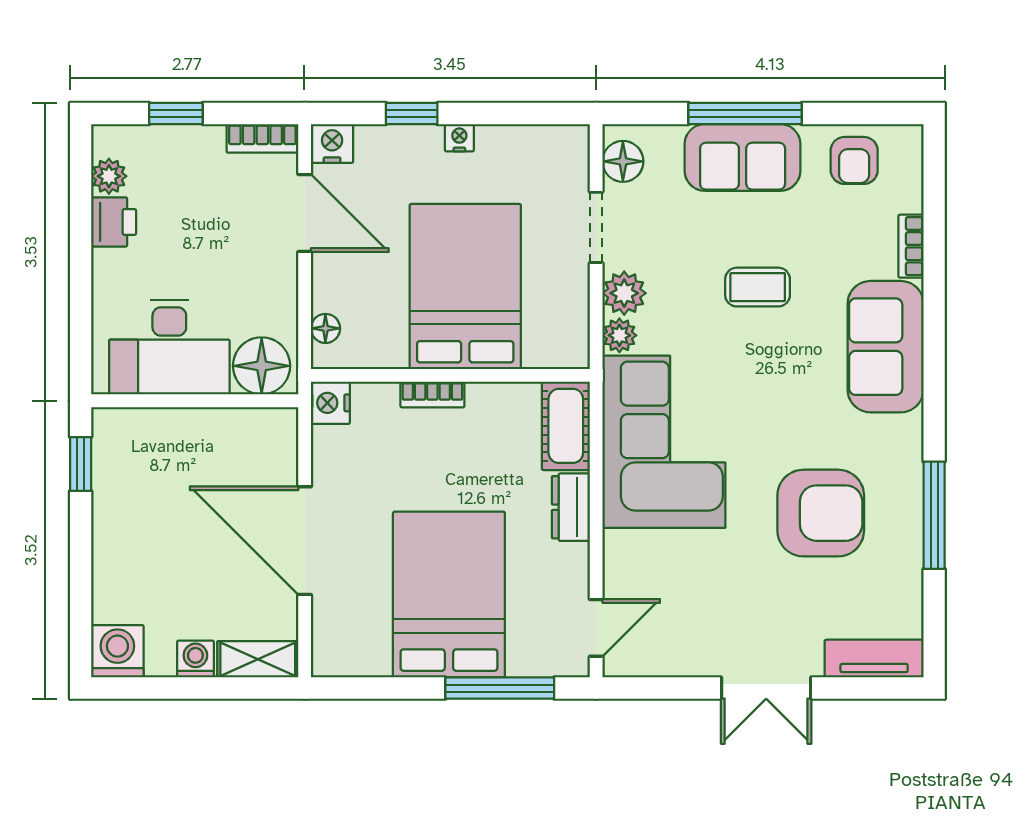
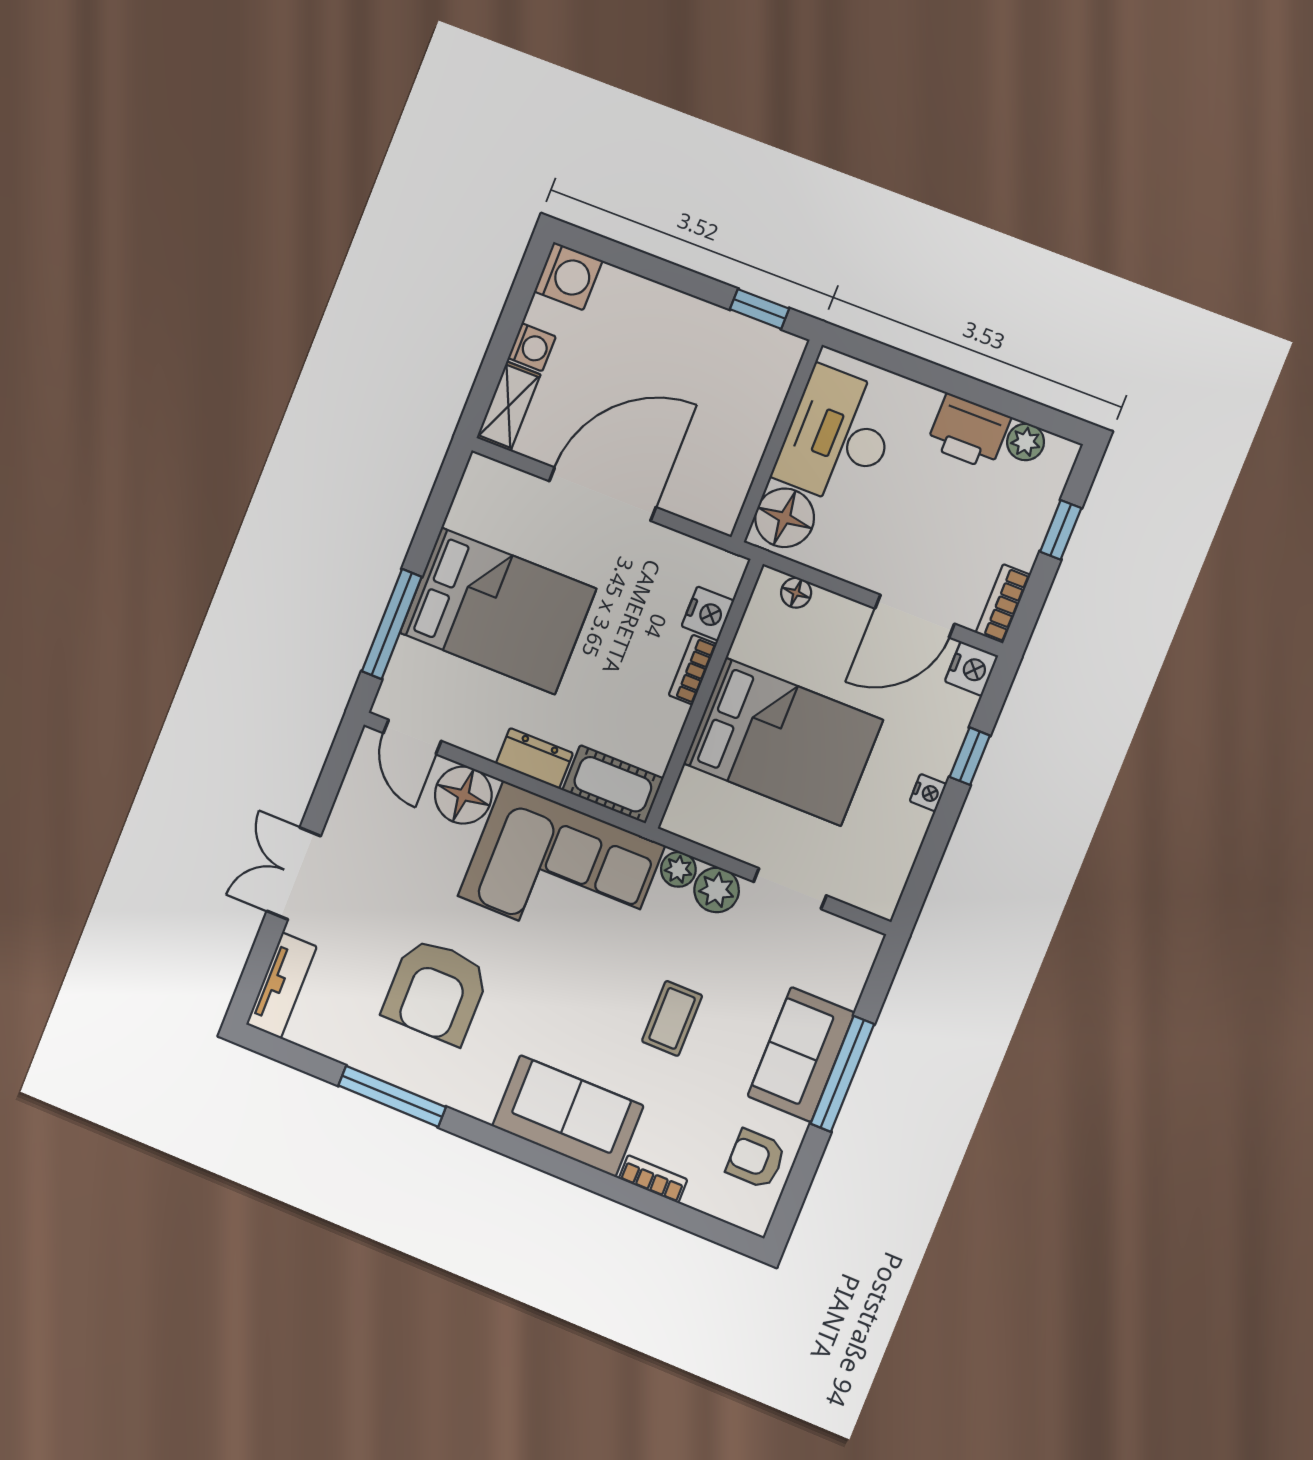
floor lamp: (623, 161) -> (463, 795), moved, width x1.38, depth x1.38
printer: (114, 222) -> (969, 431), width x1.36, depth x1.24
nightstand: (330, 403) -> (708, 614), moved, turned 90

